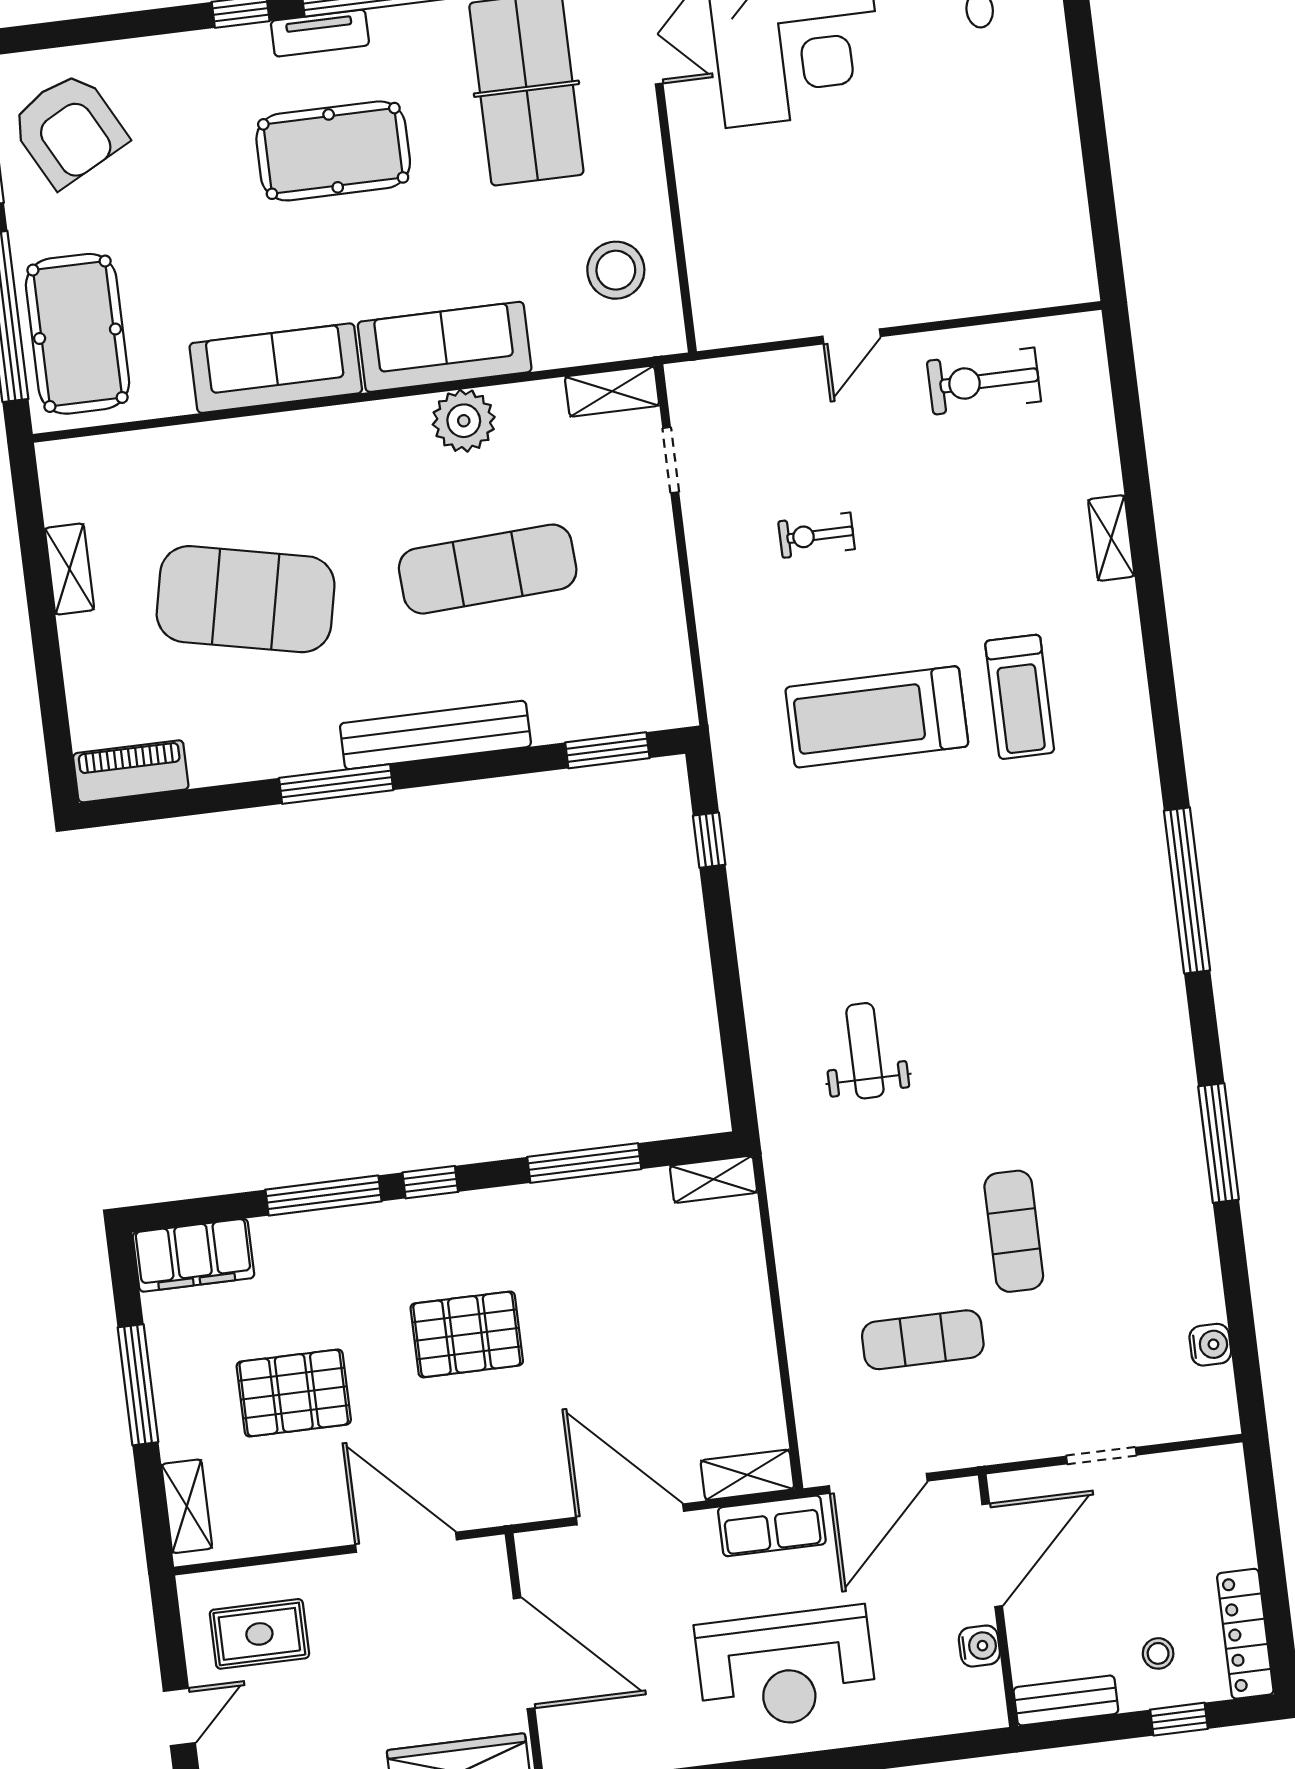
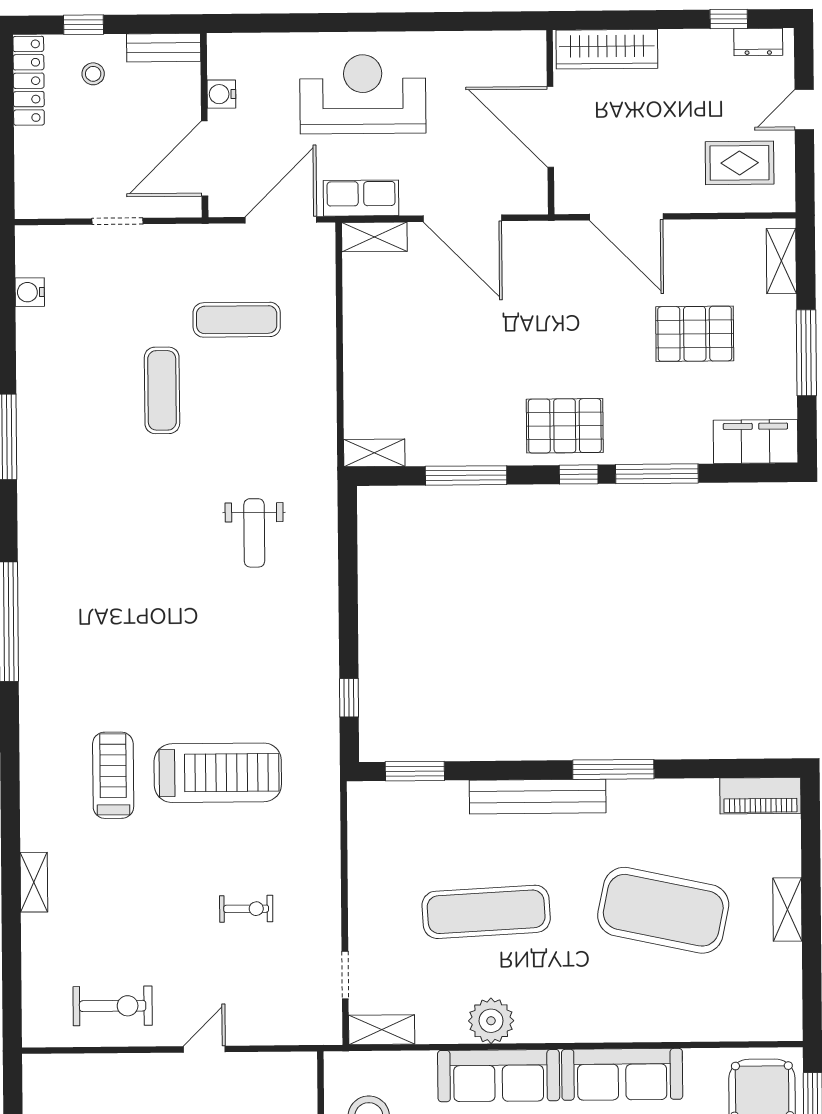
shelving: (69, 569) -> (787, 909), moved
pallet: (467, 1334) -> (565, 426), moved

